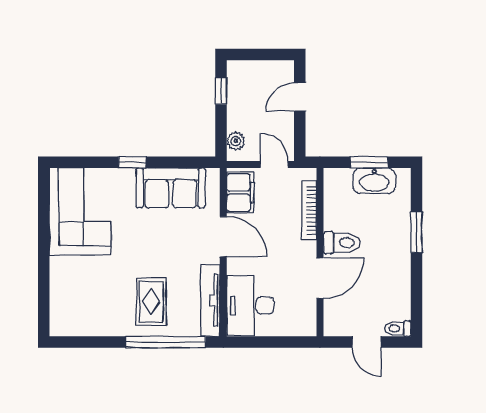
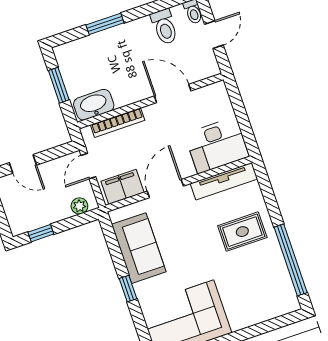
washbasin: (374, 181) -> (94, 105), moved, turned -90
toilet: (342, 243) -> (164, 27), moved, turned 180
window: (166, 342) -> (291, 260), moved

